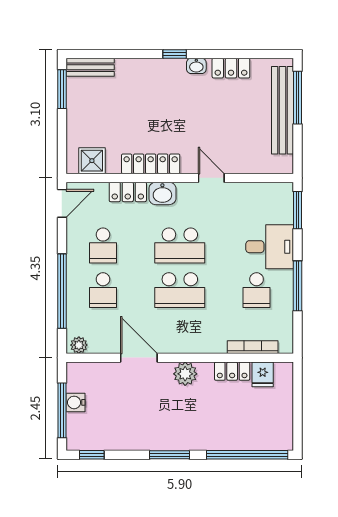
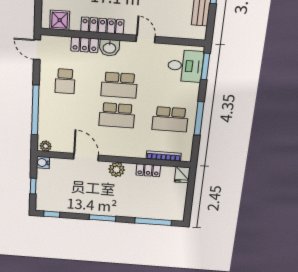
door: (62, 203) -> (37, 50), swing flipped
desk: (270, 247) -> (185, 66), moved
school desk: (103, 290) -> (64, 111), removed
school desk: (257, 290) -> (170, 119), width x1.85
fridge: (263, 374) -> (182, 175), moved
water cooler: (76, 402) -> (43, 163), moved
window: (62, 410) -> (33, 186), width x0.46
window: (247, 455) -> (153, 222), width x0.68

